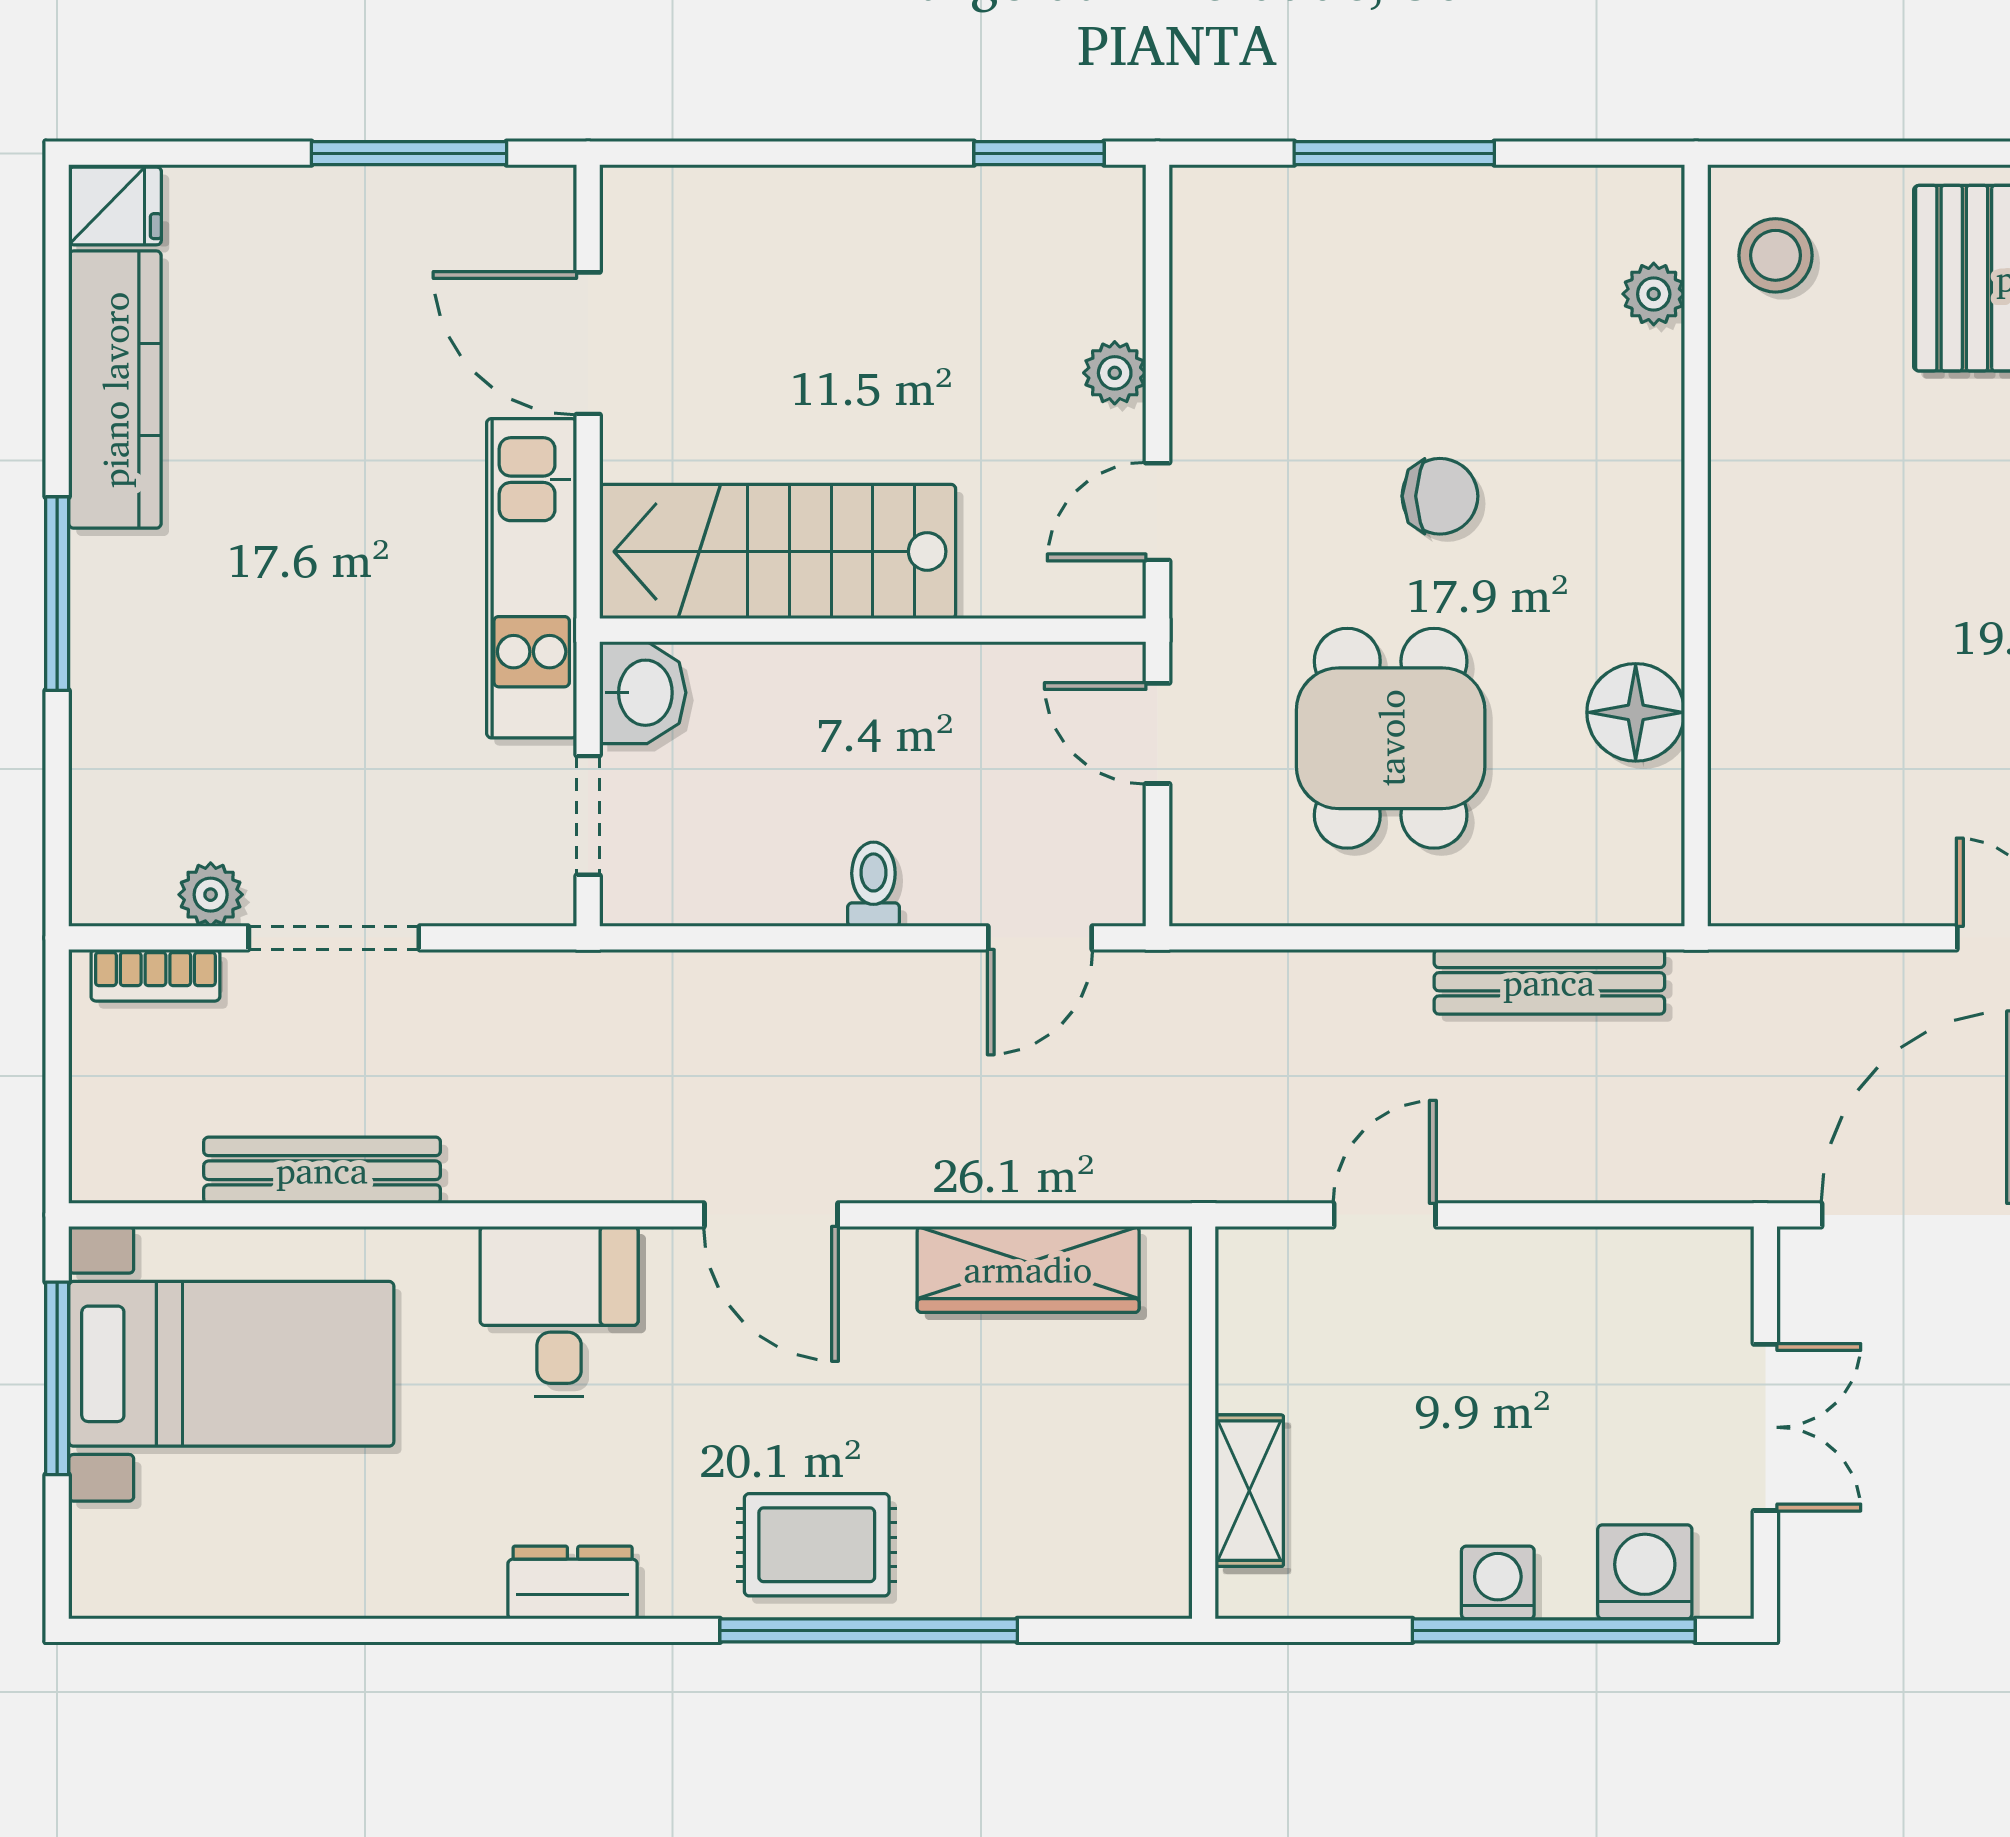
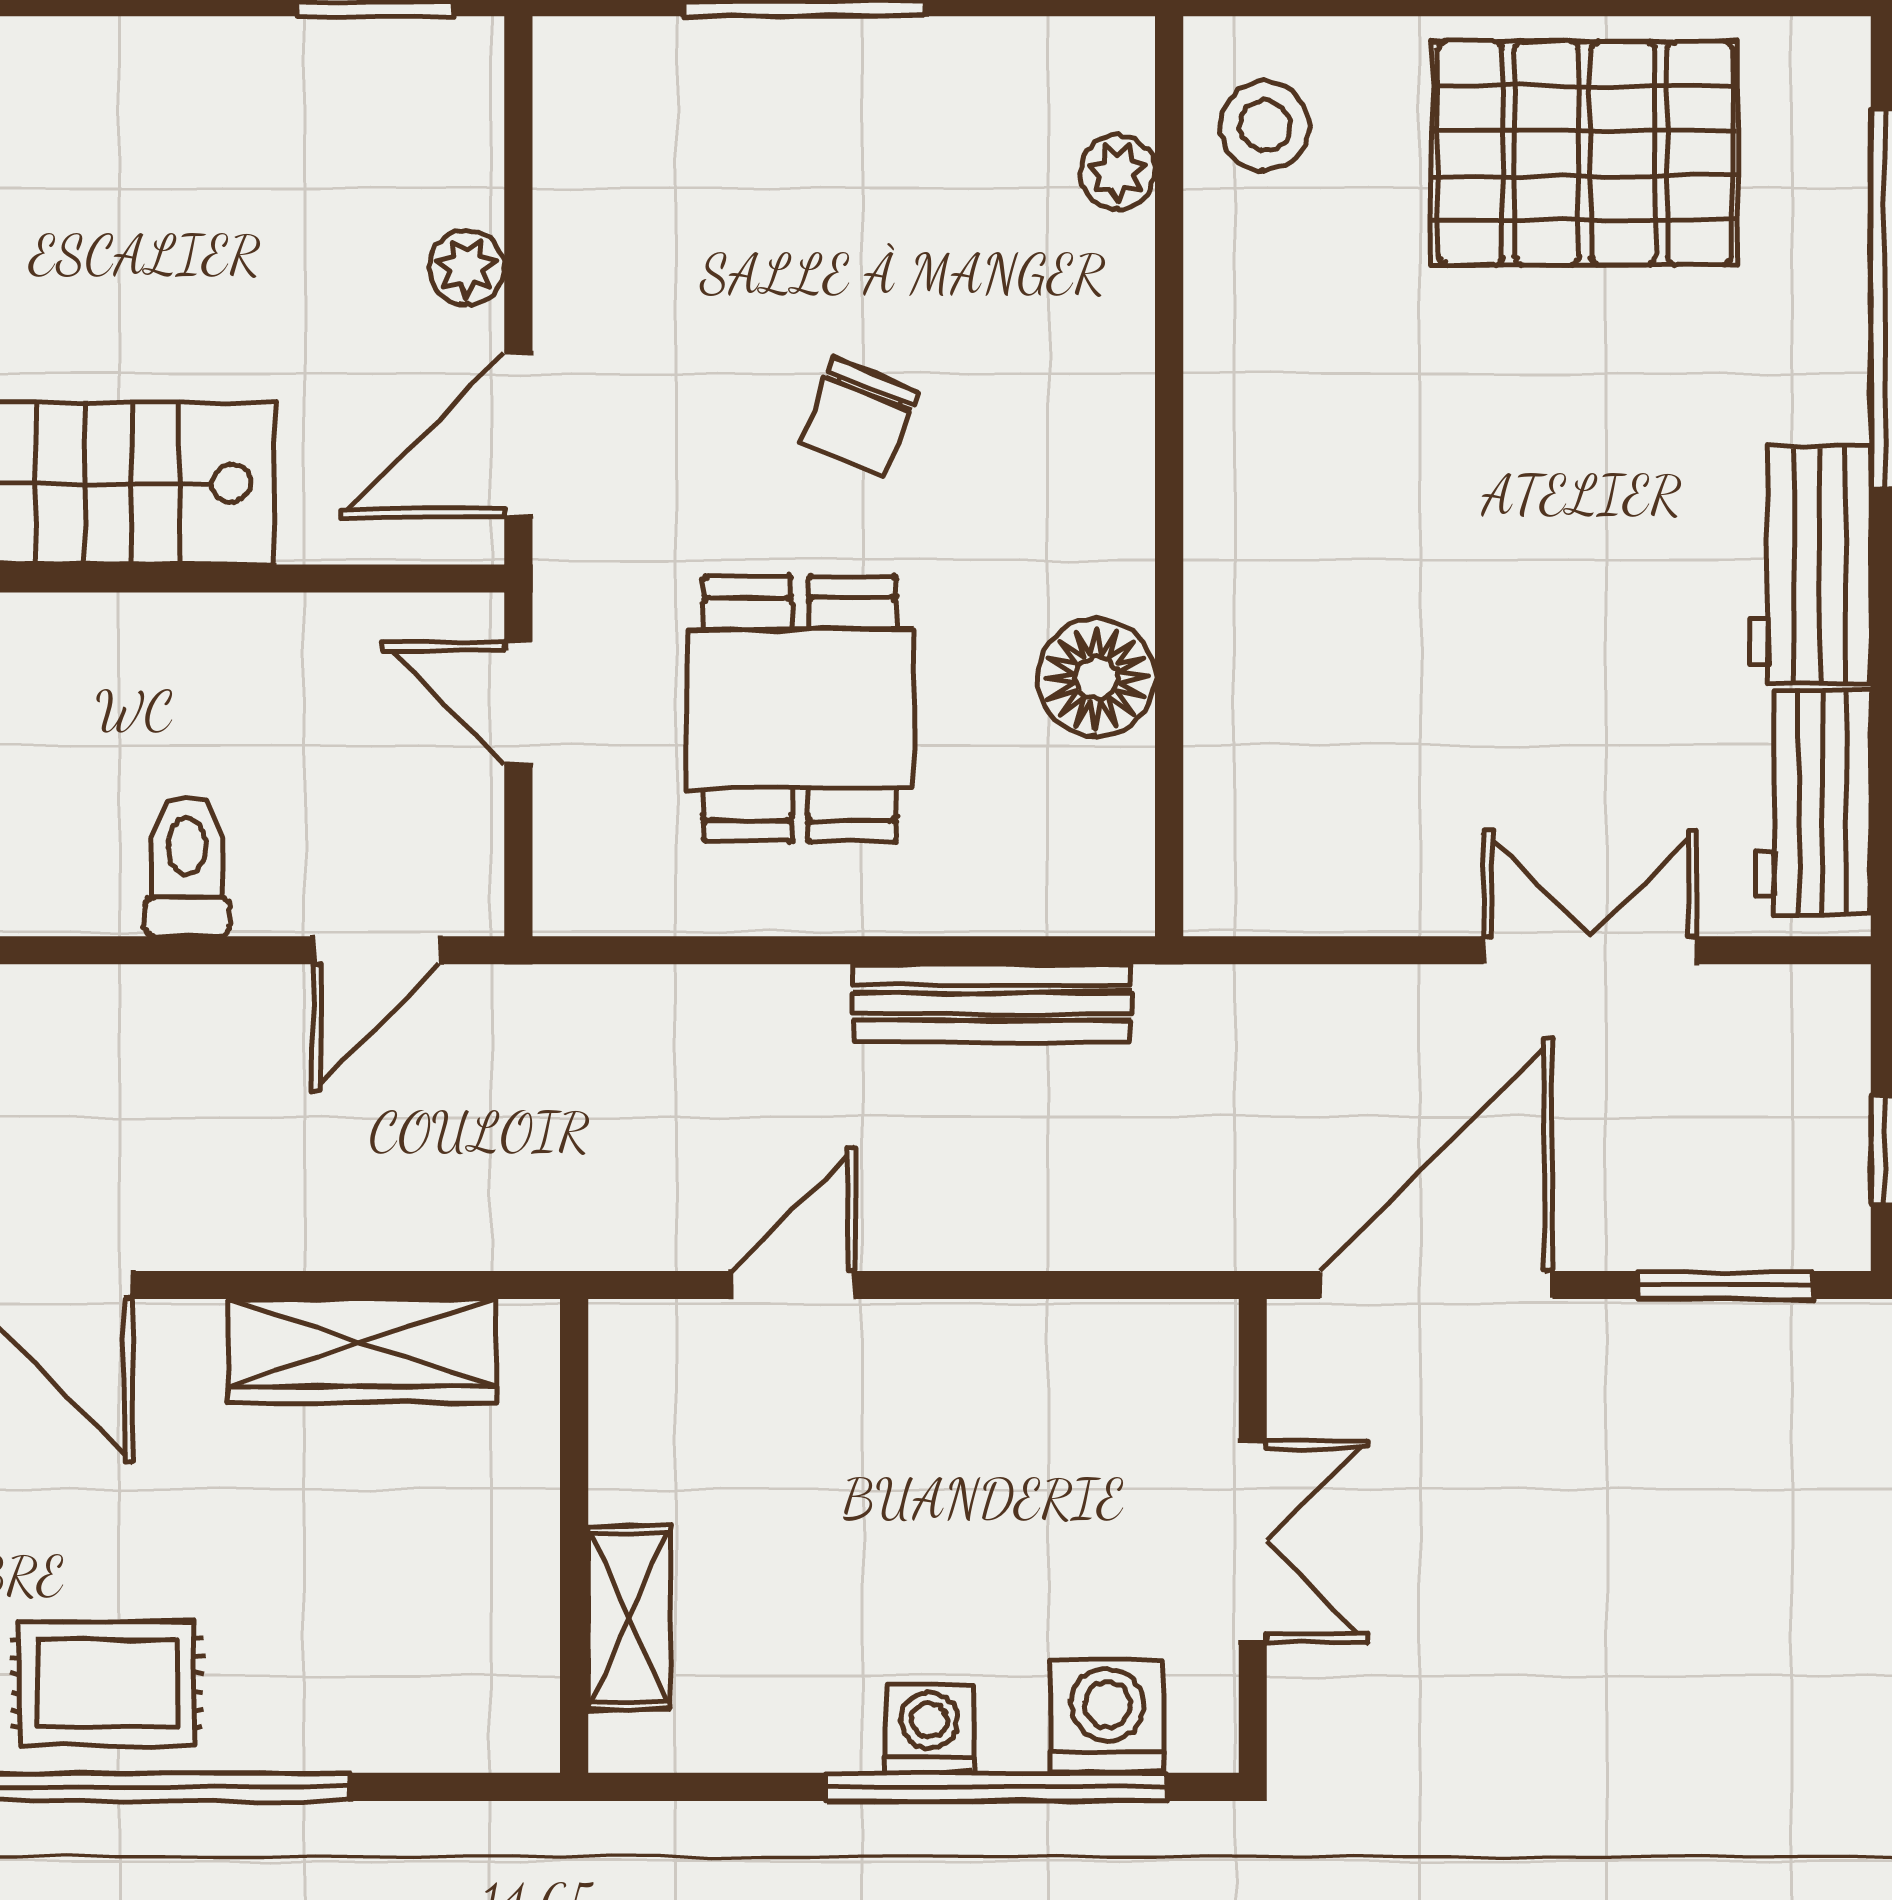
chair: (1440, 496) -> (860, 417), turned 112
door: (1158, 512) -> (518, 435), width x1.38
toilet: (873, 884) -> (187, 866), width x1.37, depth x1.39

